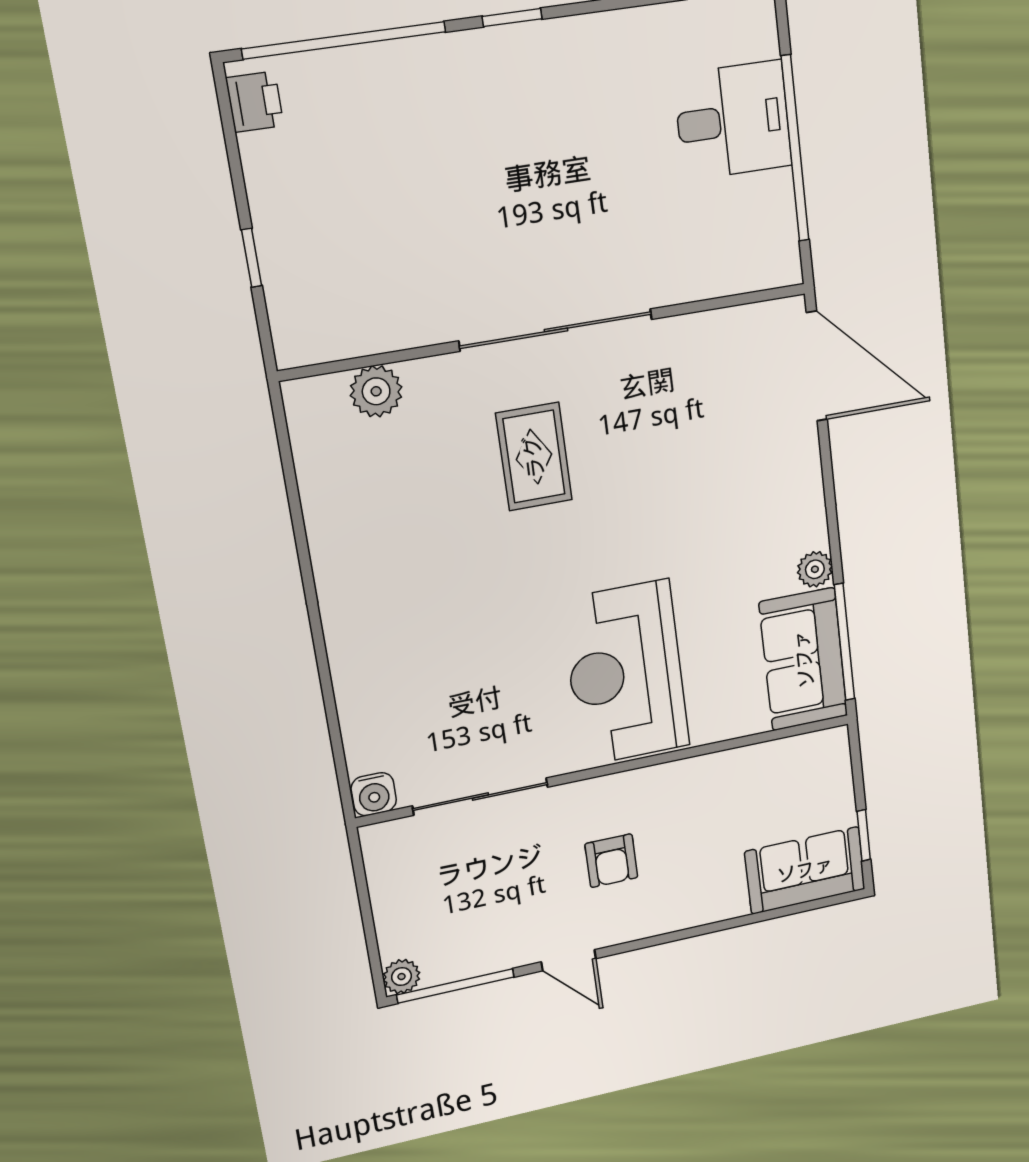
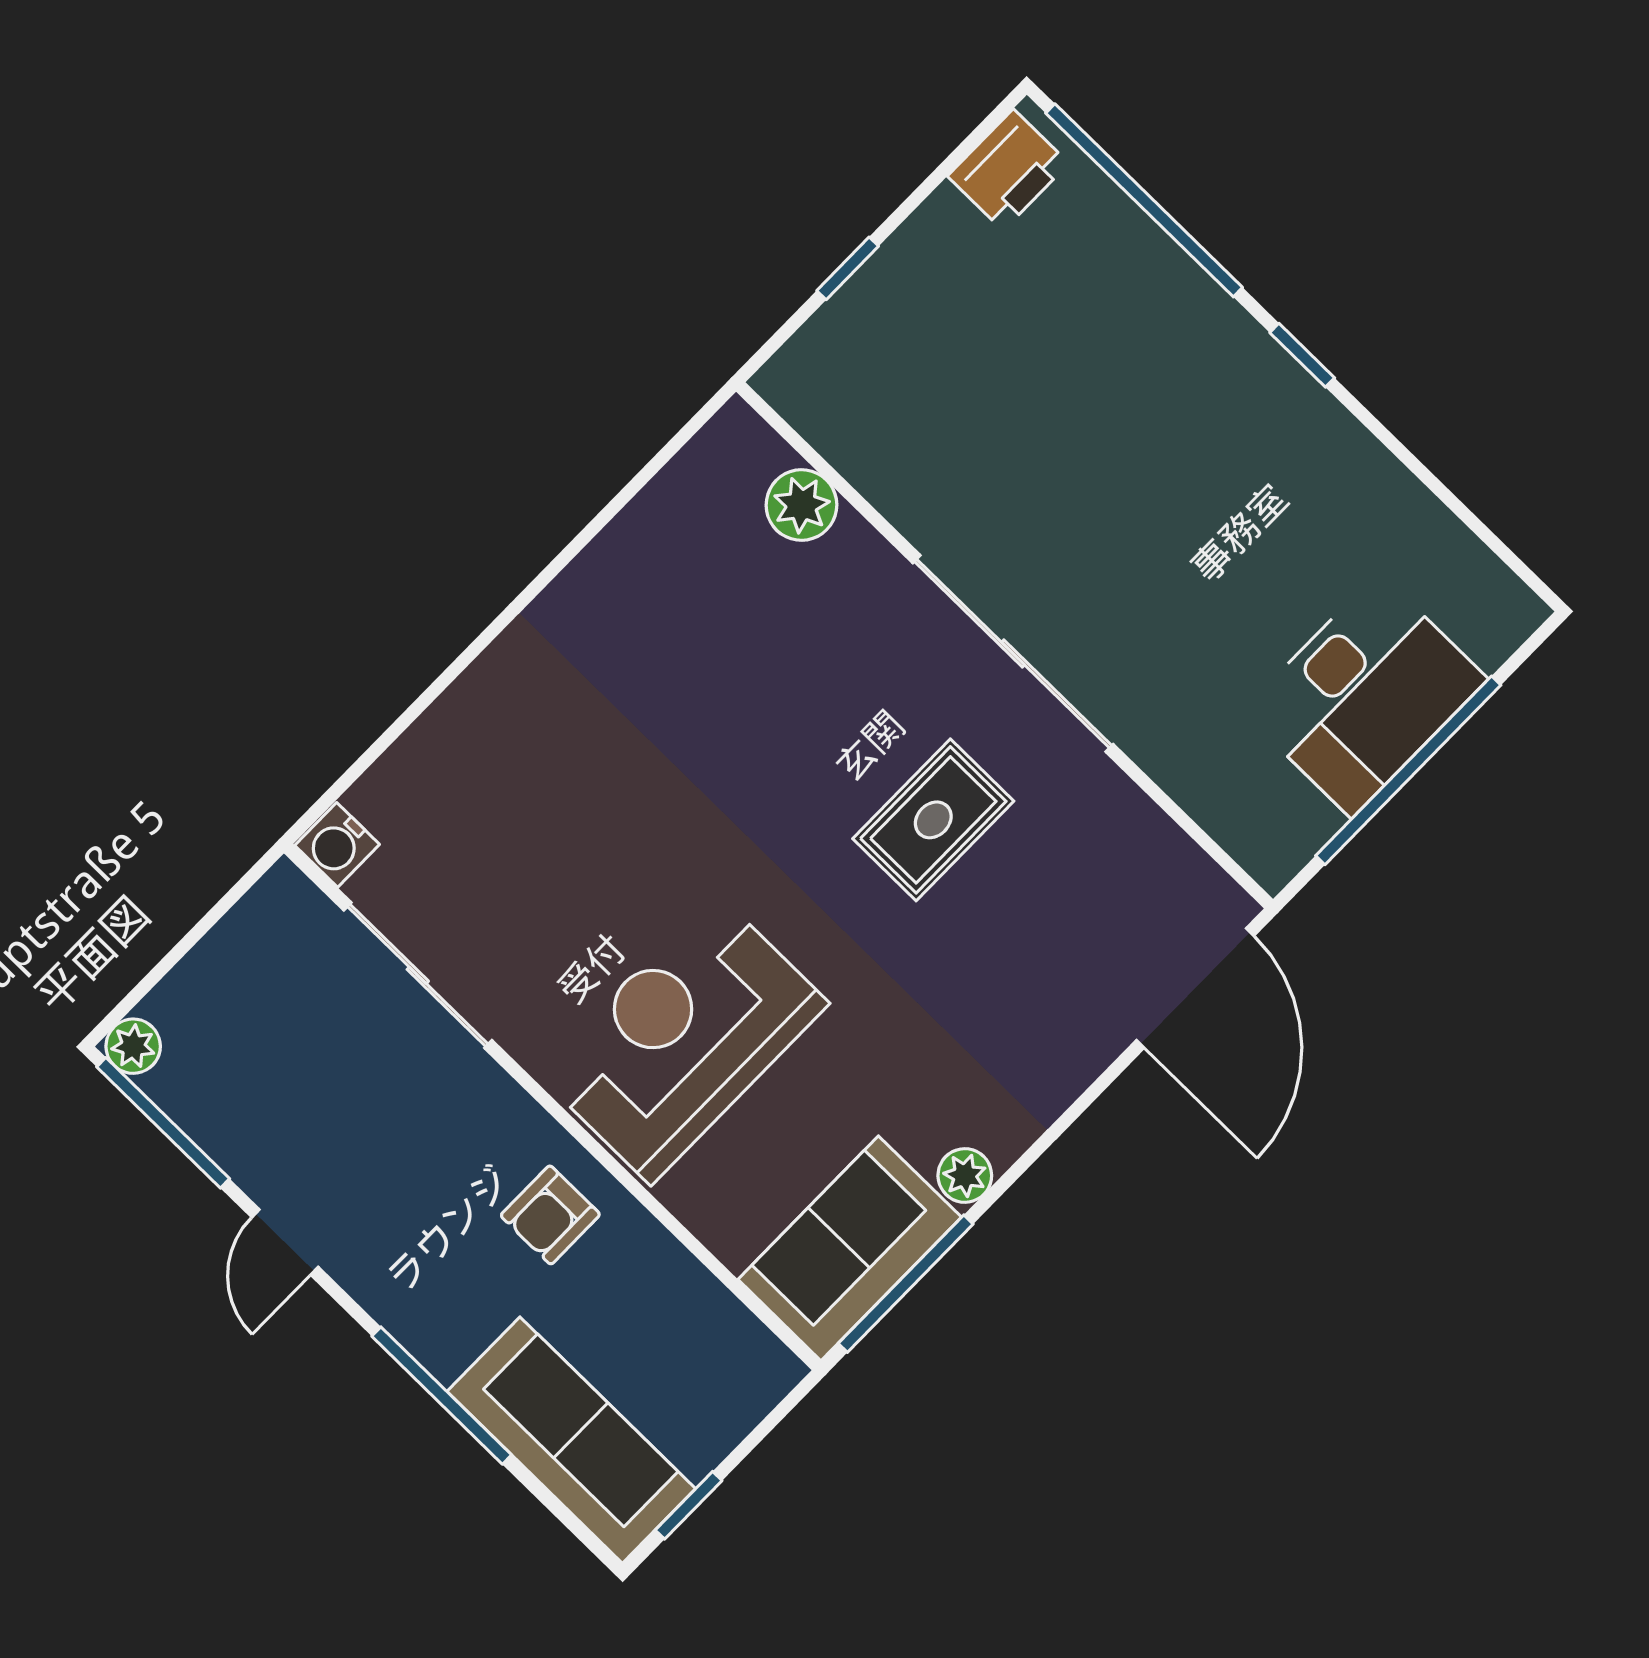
printer: (255, 102) -> (1008, 170), width x1.36, depth x1.24
desk: (733, 120) -> (1365, 695), width x1.37
rug: (534, 457) -> (933, 820), moved
armchair: (611, 861) -> (550, 1215), moved
sofa: (805, 870) -> (571, 1440), width x1.36
window: (710, 928) -> (442, 1396), added

